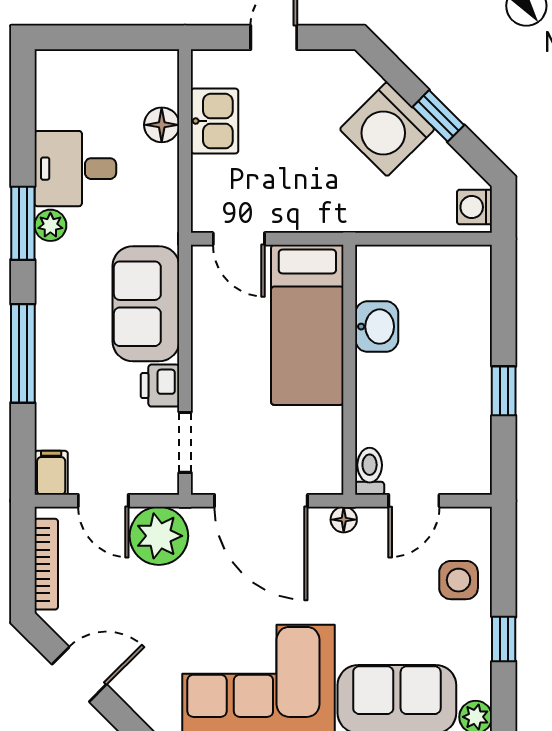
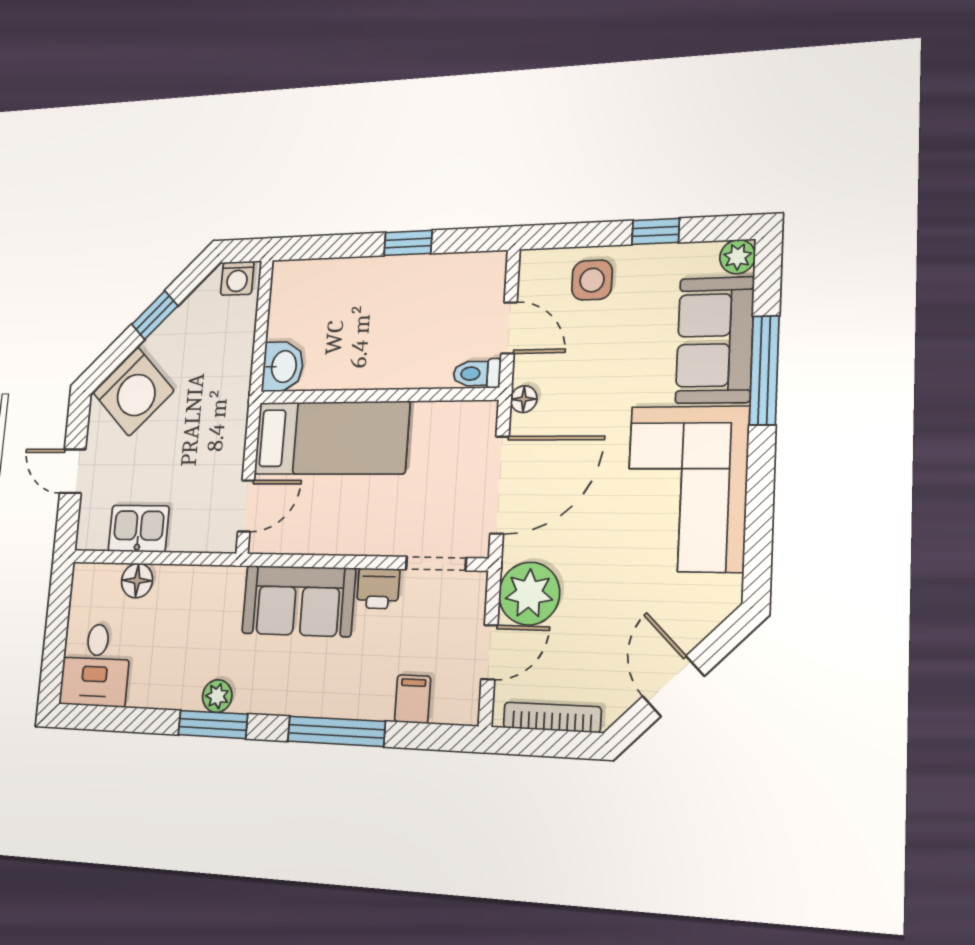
washing machine: (387, 129) -> (133, 391), moved
desk: (75, 169) -> (96, 665), moved
washbasin: (377, 327) -> (283, 367), moved, turned 90
filing cabinet: (51, 473) -> (413, 699), moved, turned 90

